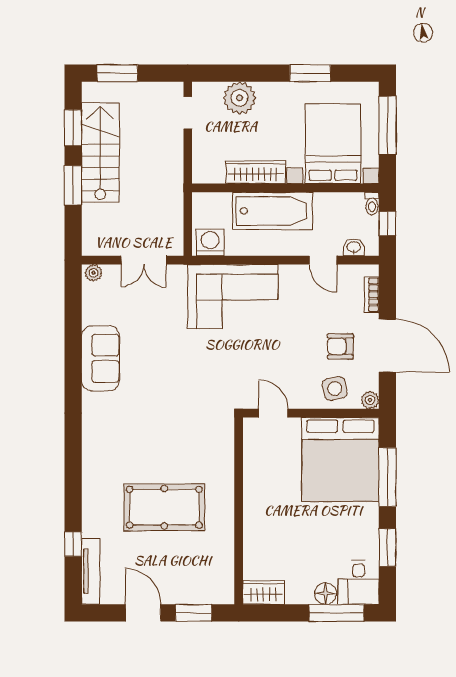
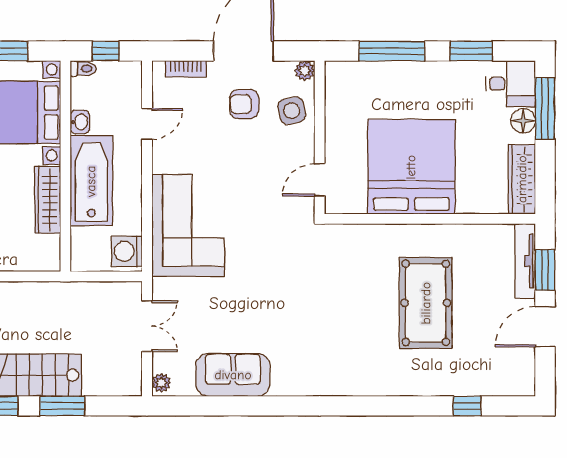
washbasin: (354, 247) -> (80, 122), moved, turned 180
armchair: (340, 346) -> (244, 104), turned 90
sofa: (101, 358) -> (233, 375), moved
bed: (340, 459) -> (411, 167), moved, turned -90
tv unit: (90, 571) -> (525, 261), moved, turned -90
wardrobe: (264, 592) -> (522, 179), width x1.50

